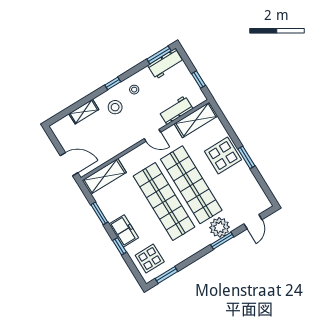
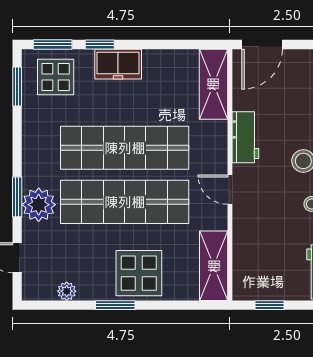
workbench: (176, 110) -> (245, 137), moved
door: (152, 135) -> (230, 190), hinge flipped
plant: (254, 186) -> (67, 291), added
window: (99, 213) -> (53, 44), moved

